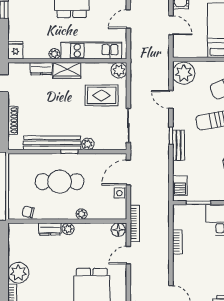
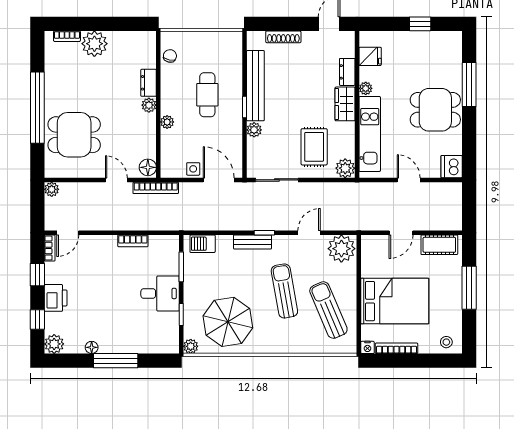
fridge: (15, 50) -> (370, 56), moved
cafe table: (60, 182) -> (207, 95), width x0.73, depth x0.74

